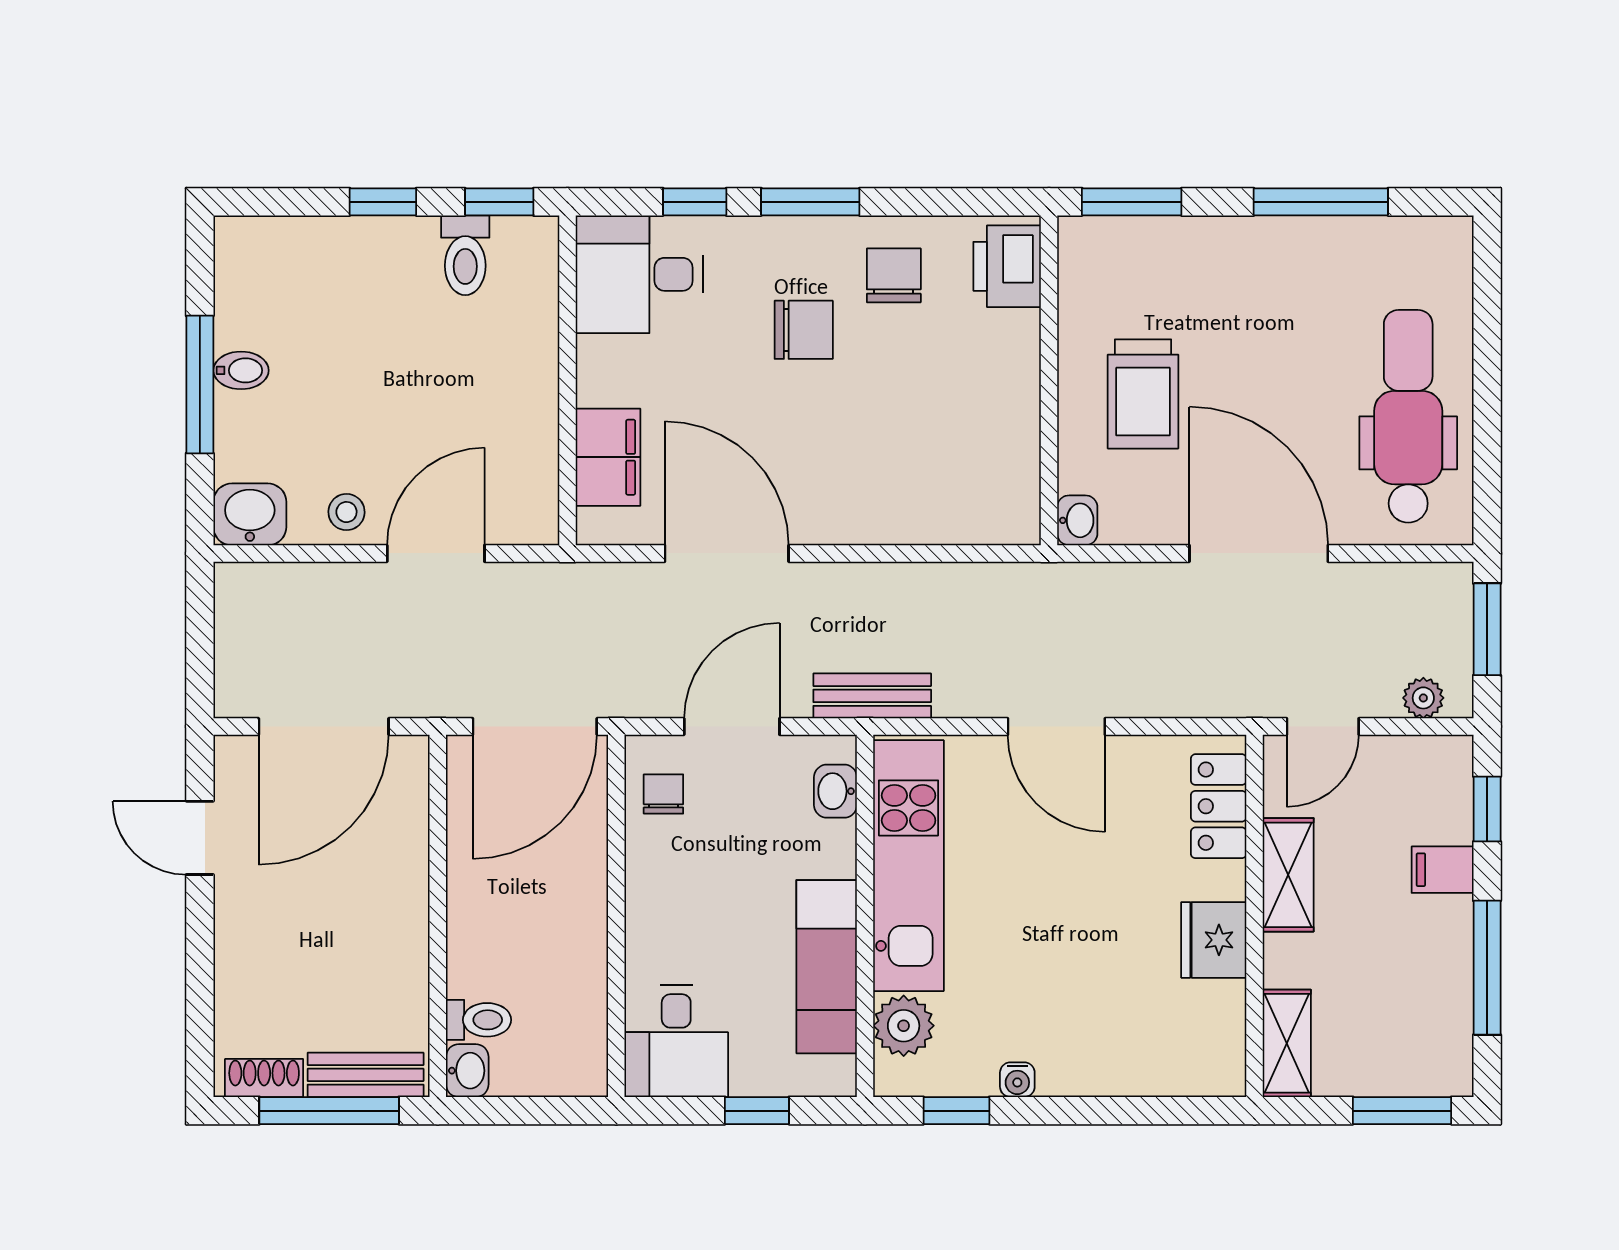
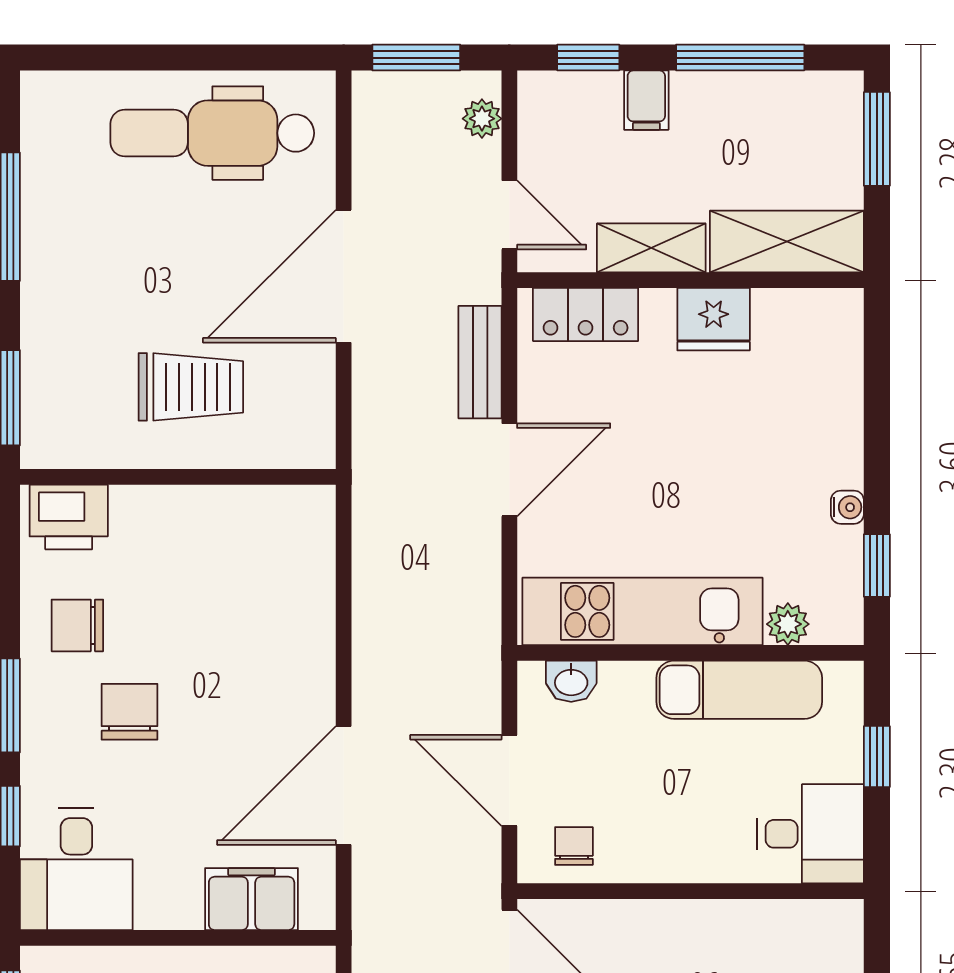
washbasin: (1077, 520) -> (312, 450), removed
bench: (872, 696) -> (480, 362), moved
chair: (663, 794) -> (574, 846), turned 90
plant: (904, 1026) -> (788, 624), width x0.73, depth x0.73
shelving: (1287, 1043) -> (787, 242), width x1.50, depth x1.33

